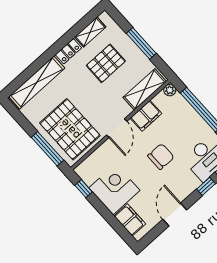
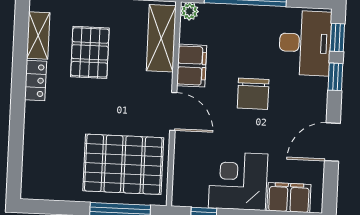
shelving: (37, 82) -> (35, 150), removed
chair: (161, 156) -> (253, 94), turned 180
door: (175, 215) -> (332, 142), hinge flipped

